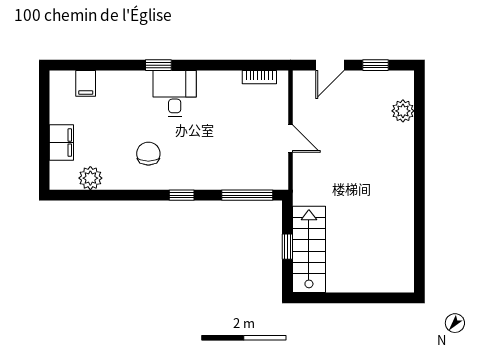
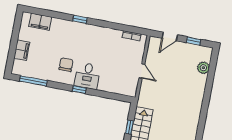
filing cabinet: (86, 83) -> (40, 22), width x2.00
desk: (175, 93) -> (87, 76), moved, turned 180
plant: (90, 178) -> (33, 72), removed
window: (247, 195) -> (33, 81), moved

